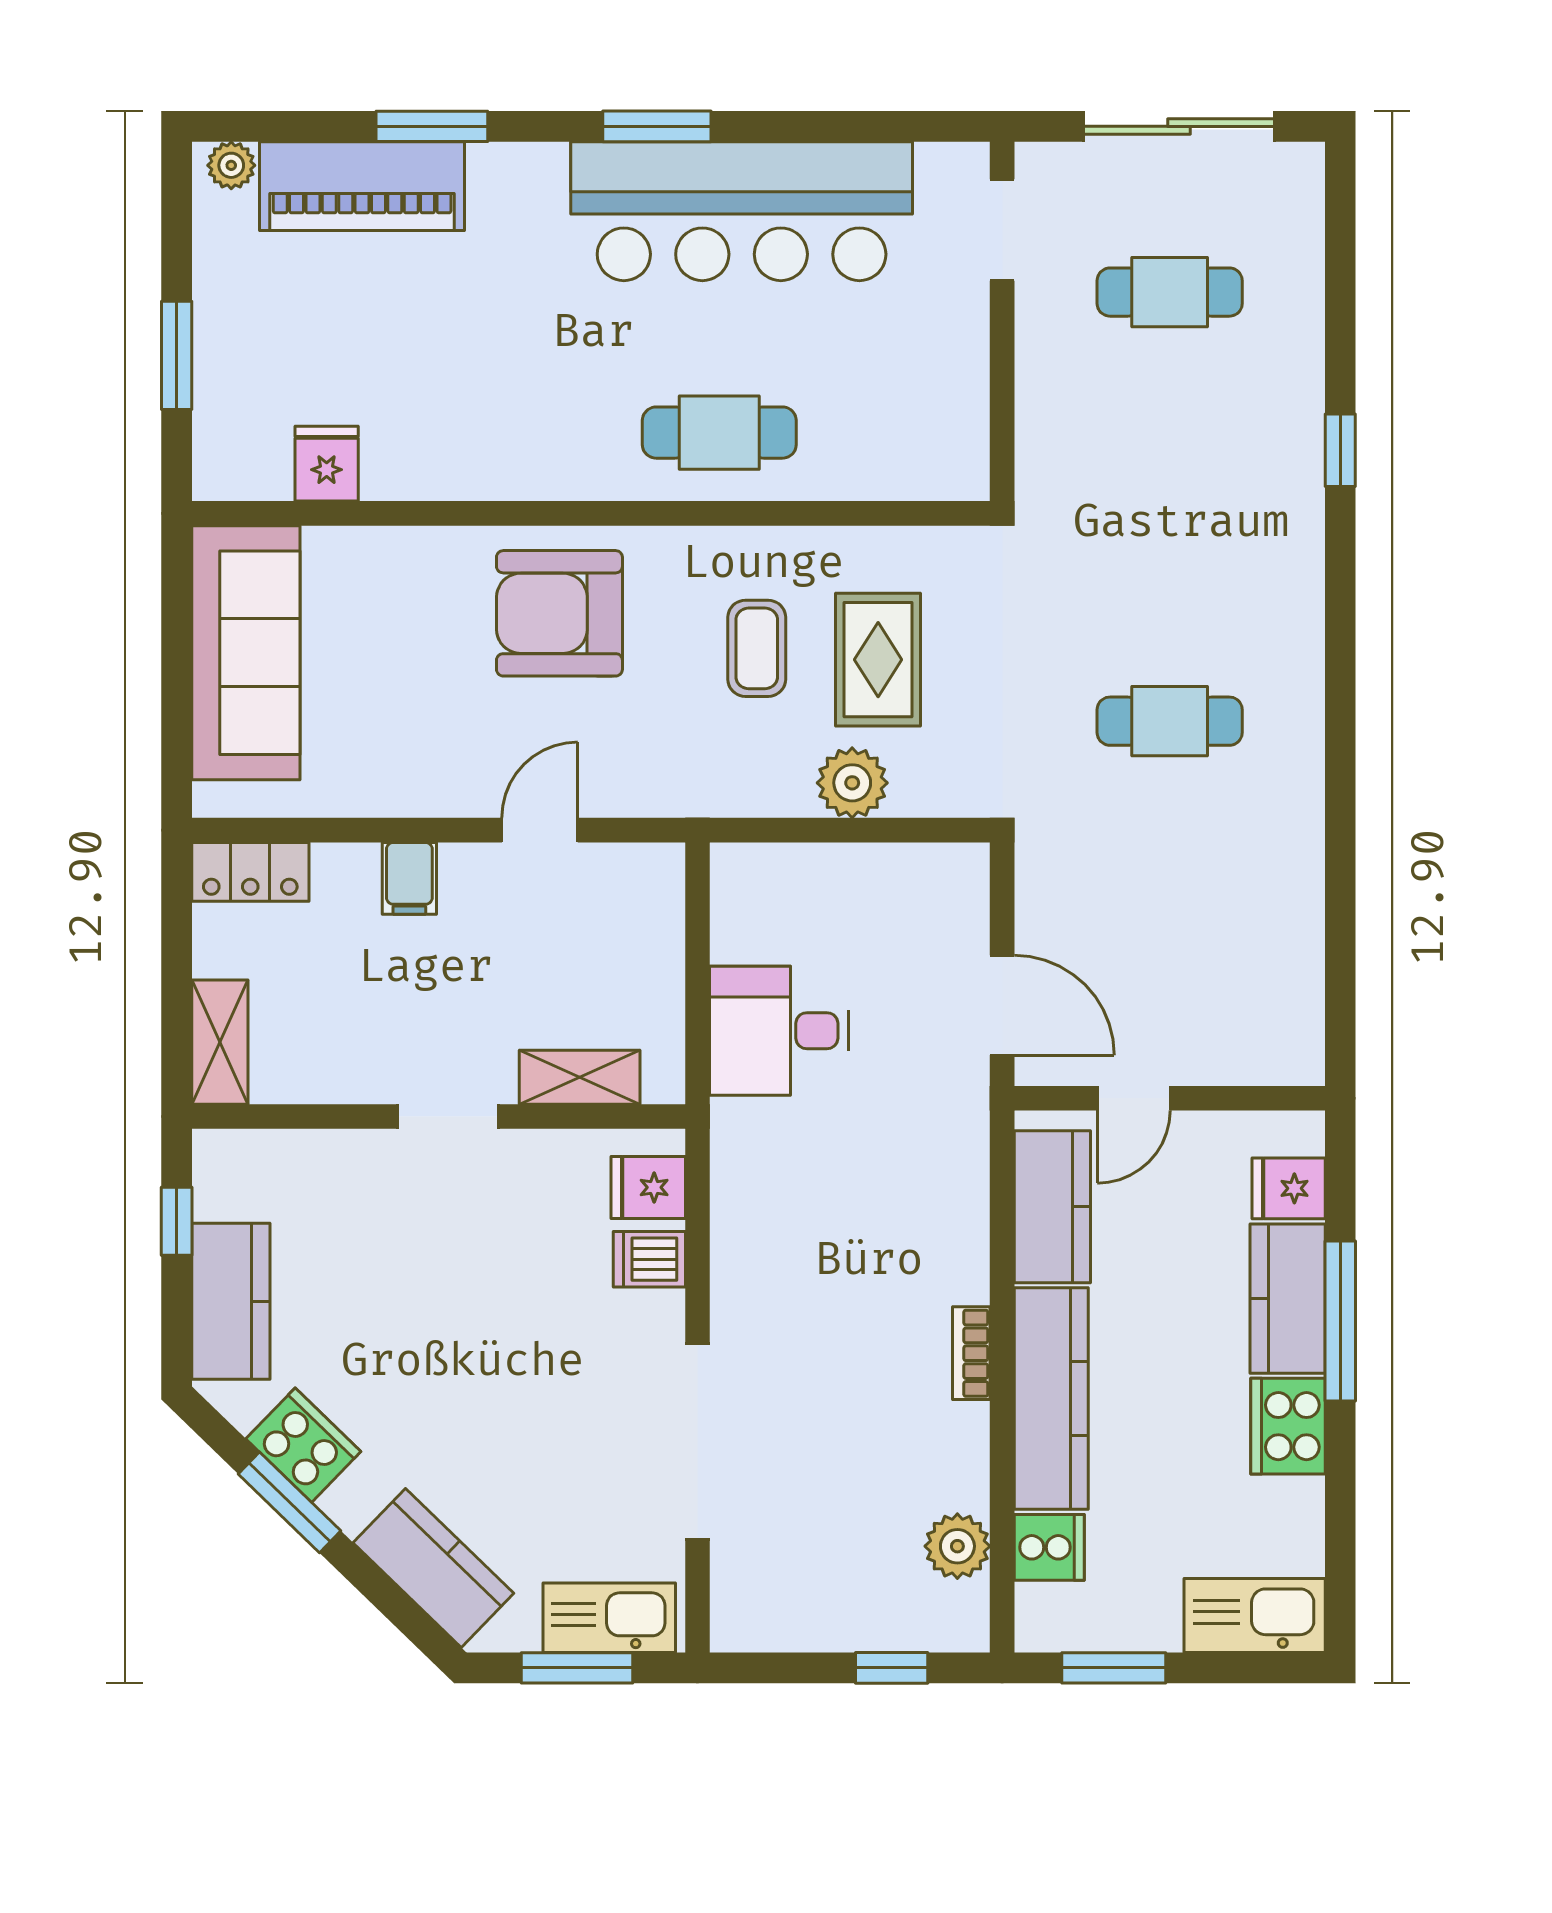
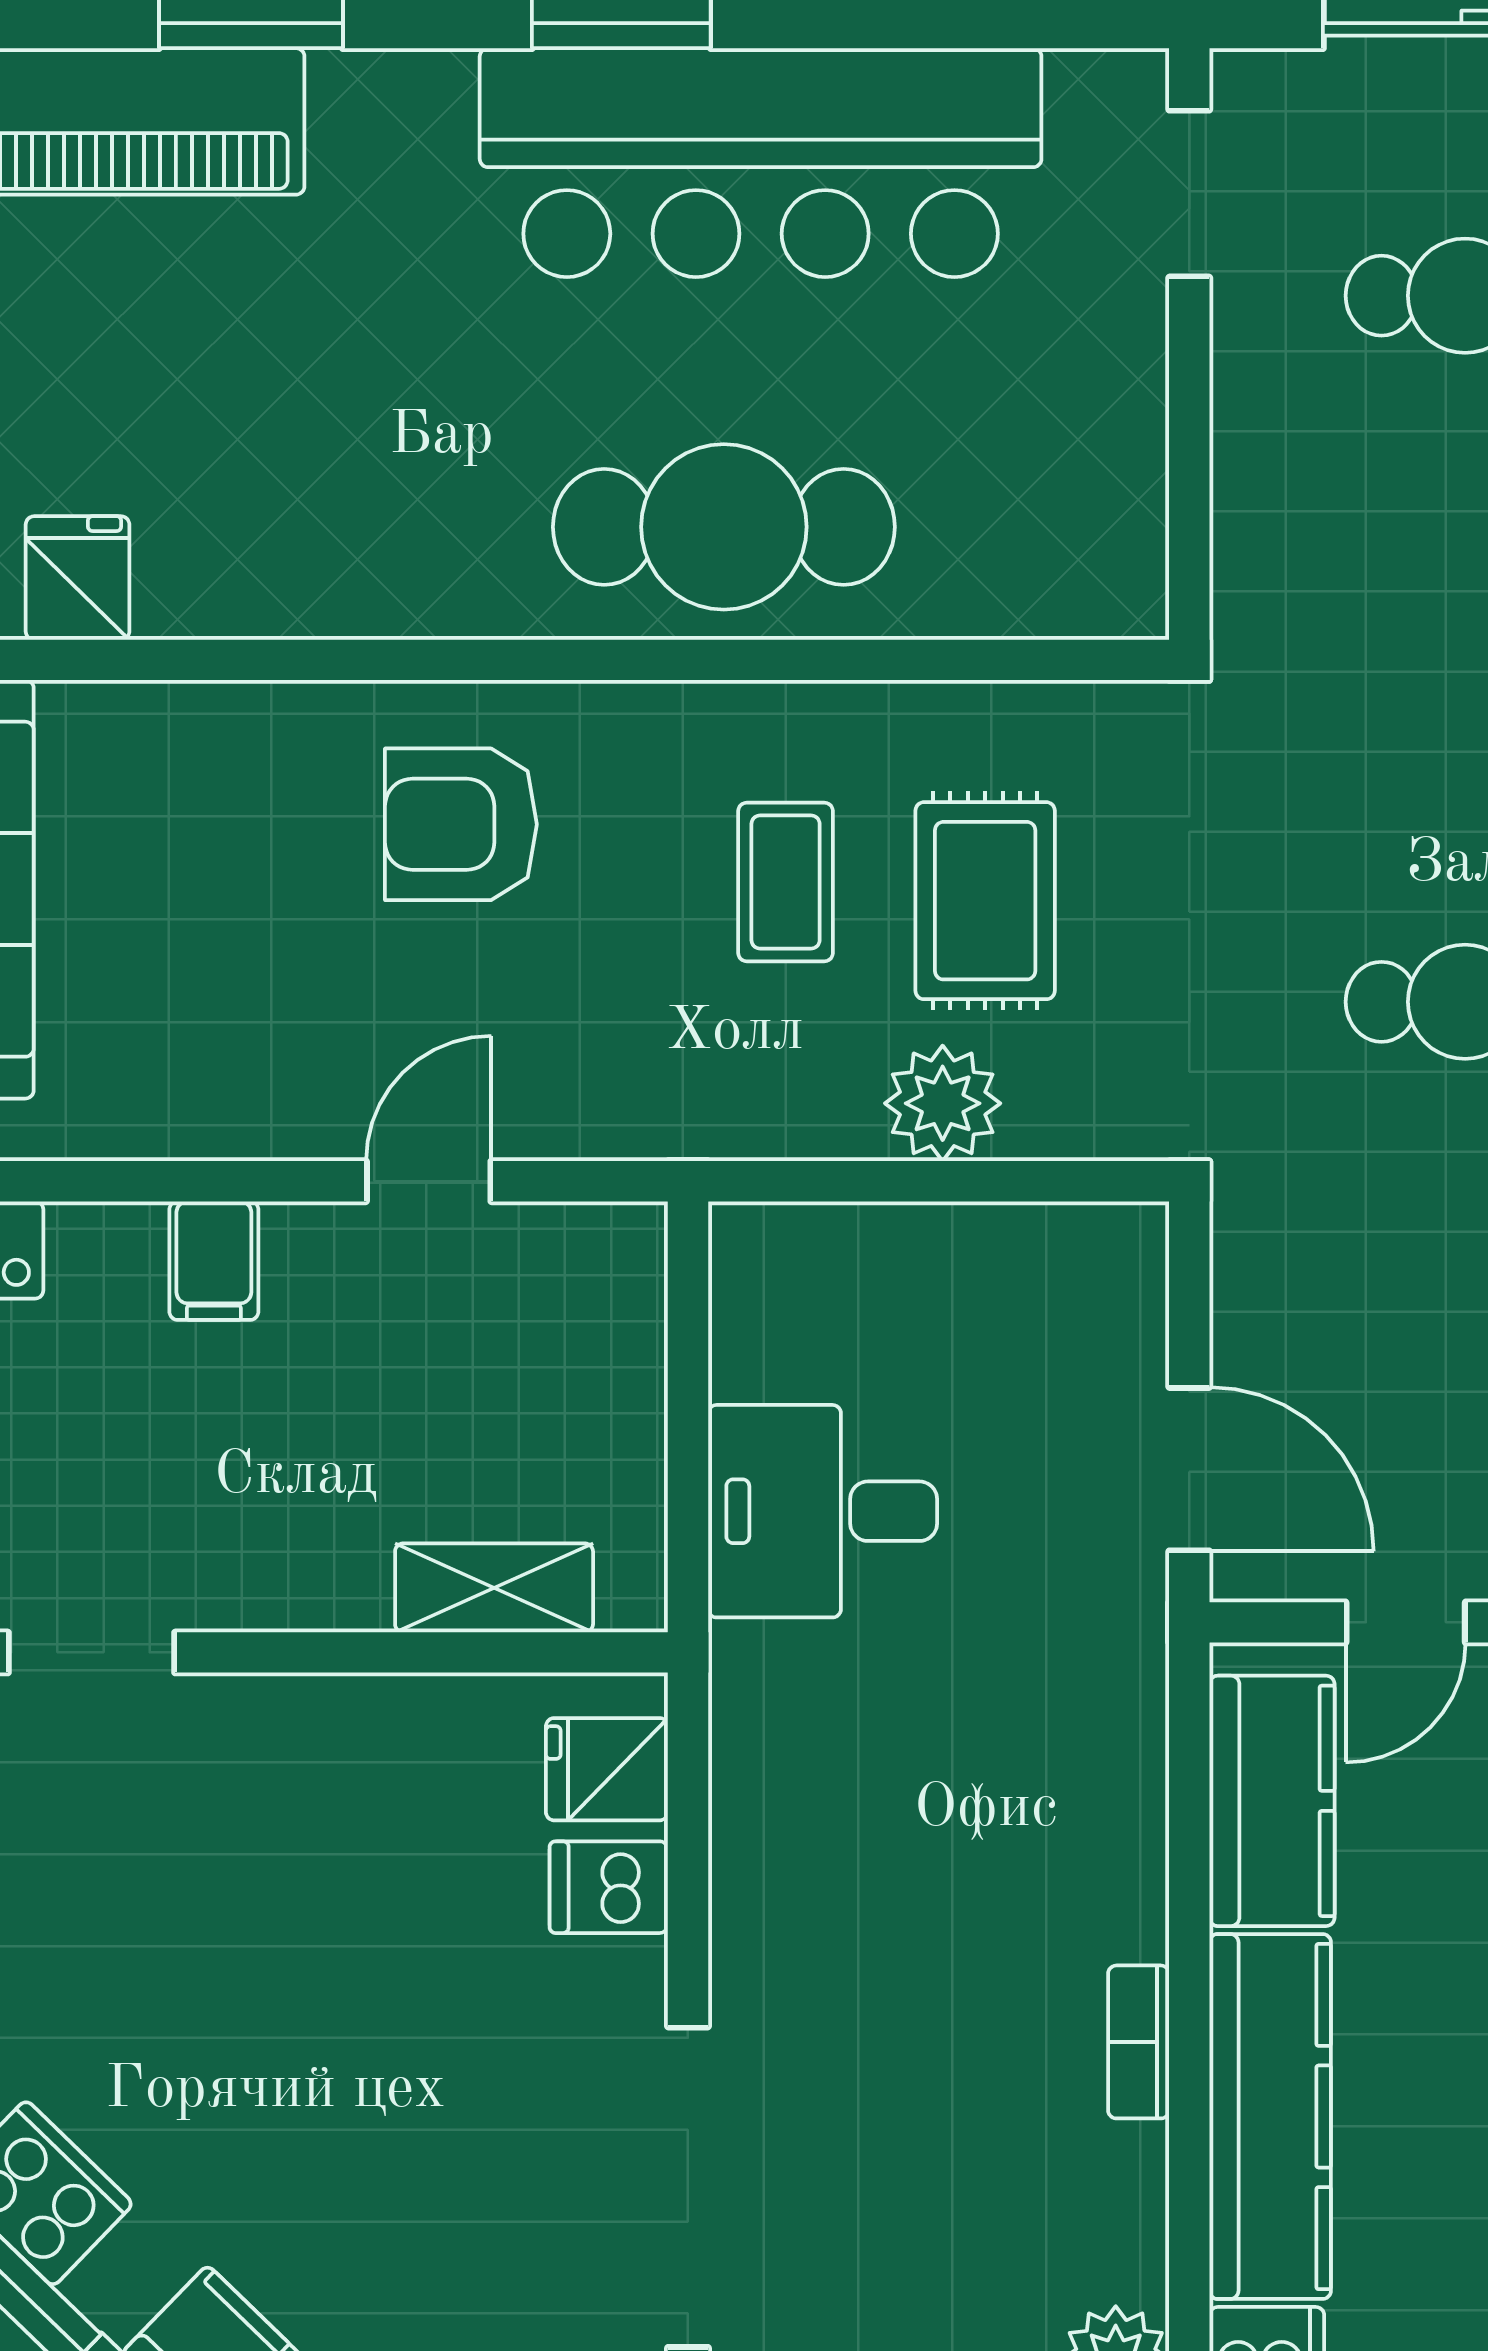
cafe table: (719, 433) -> (724, 527), width x1.37, depth x1.35
armchair: (559, 613) -> (461, 824), width x0.73, depth x0.73
doorway: (448, 1117) -> (92, 1652), moved

